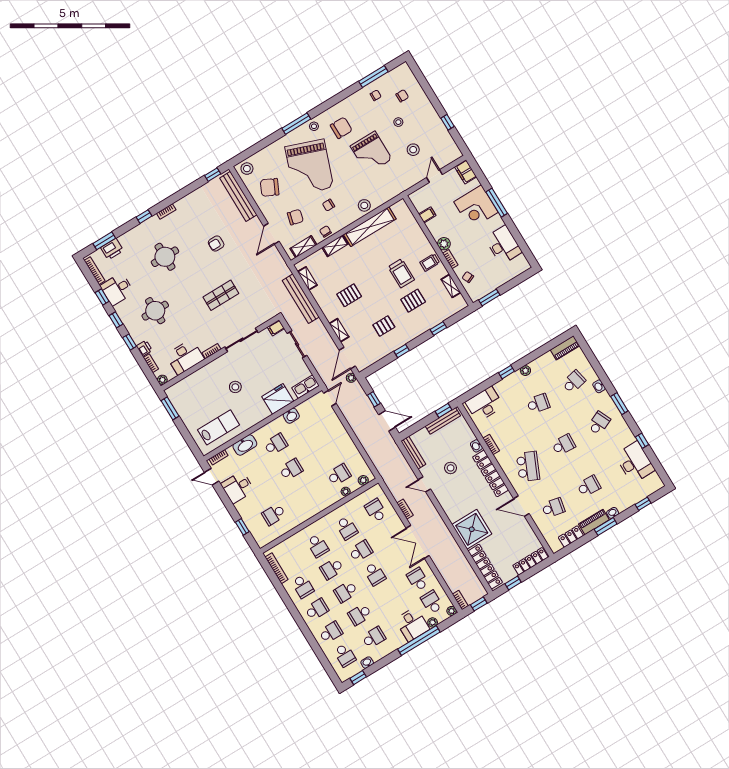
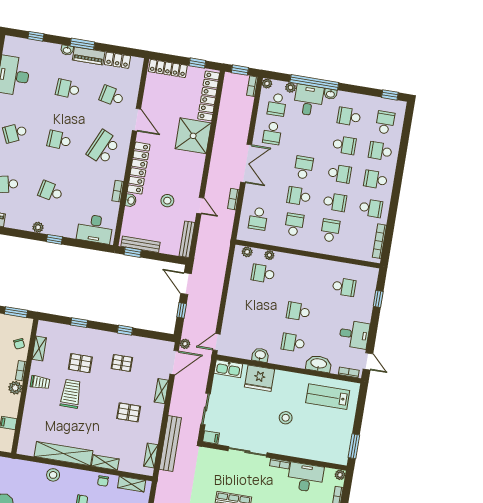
school desk: (303, 586) -> (371, 208), turned 90
washbasin: (367, 663) -> (330, 94), moved

